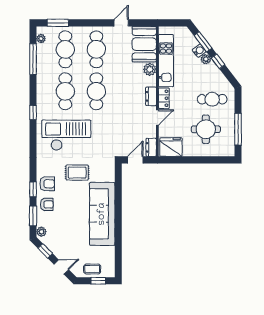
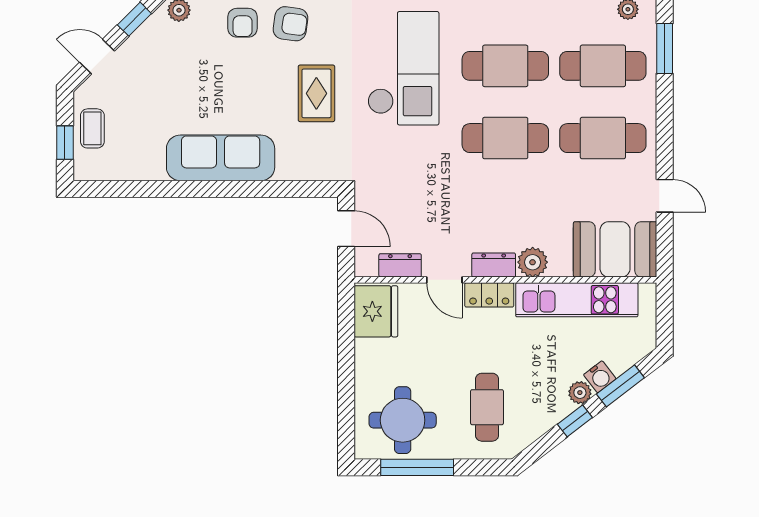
plant: (150, 69) -> (533, 262), moved
round table: (206, 129) -> (403, 420), moved
dresser: (151, 147) -> (400, 265), moved
armchair: (47, 184) -> (290, 24), turned -82
sofa: (102, 214) -> (221, 158), width x0.74, depth x0.79
door: (61, 267) -> (97, 57), swing flipped

